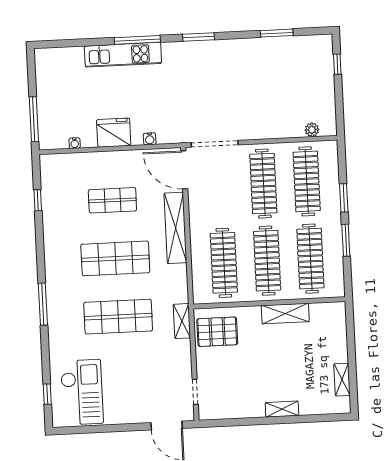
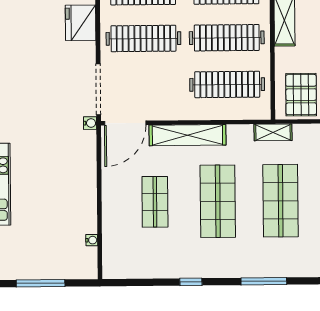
window: (34, 119) -> (41, 283), moved
fridge: (114, 133) -> (81, 23), moved
water cooler: (150, 139) -> (90, 123), moved
window: (38, 200) -> (191, 282), moved
shelving: (182, 321) -> (273, 132), moved

